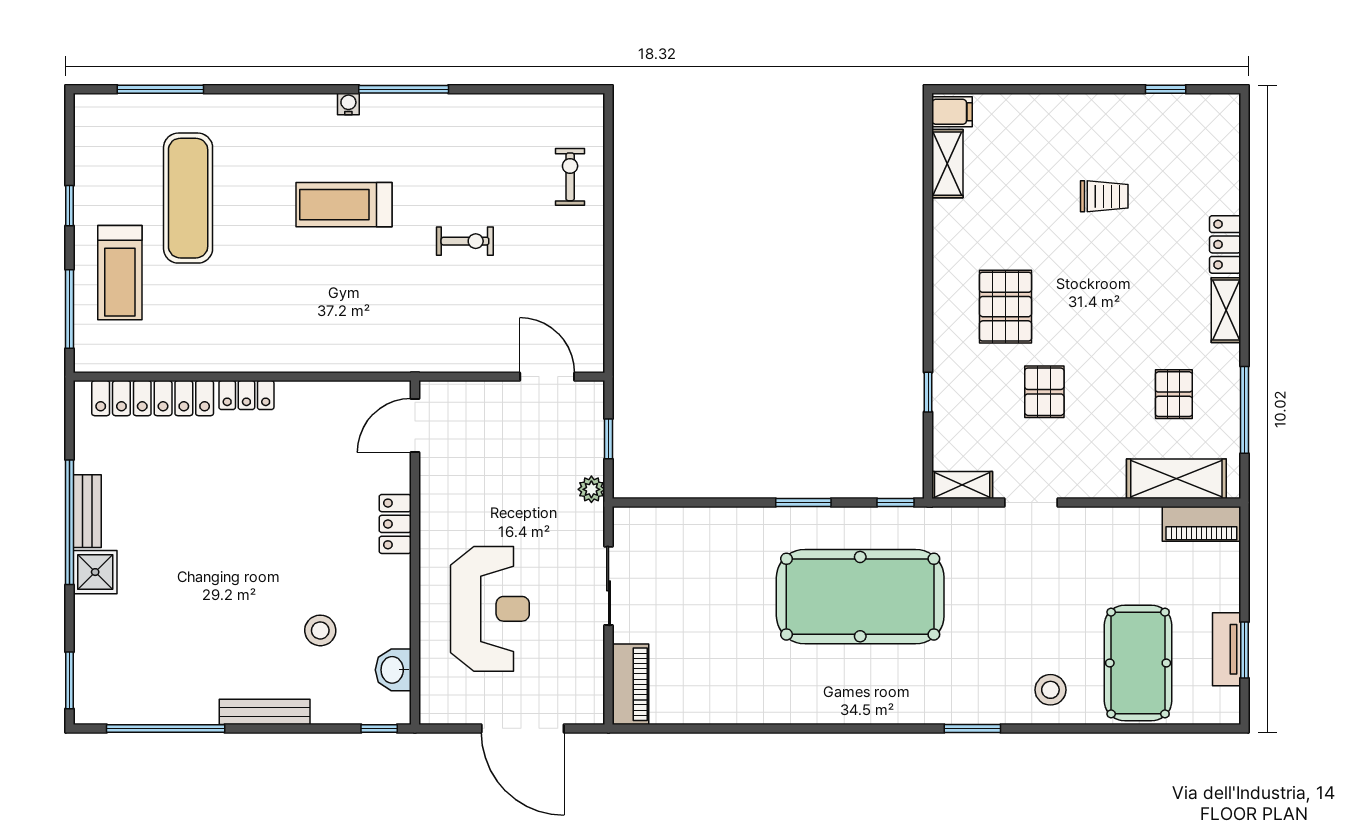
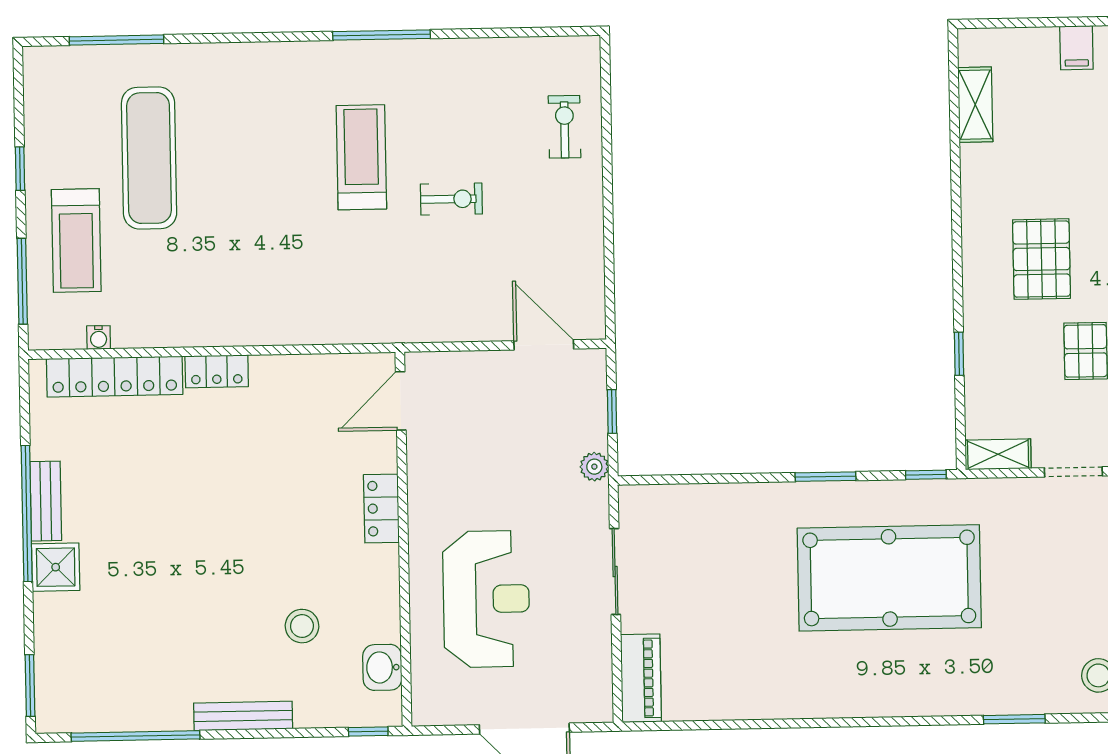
water cooler: (348, 104) -> (99, 337), moved, turned 180
filing cabinet: (952, 112) -> (1076, 48), moved, turned 90
treadmill: (344, 205) -> (361, 157), moved, turned 90

